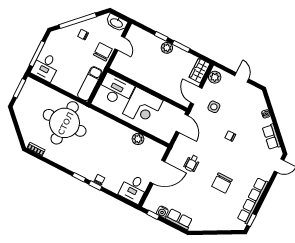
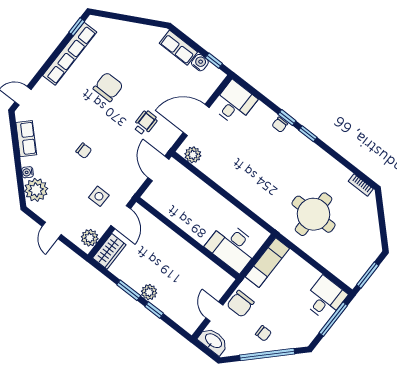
plant: (258, 103) -> (36, 190), added
corner desk: (143, 107) -> (199, 215), removed
round table: (65, 123) -> (313, 214), width x0.73, depth x0.73
door: (182, 123) -> (158, 168), moved
plant: (138, 139) -> (193, 155), moved

